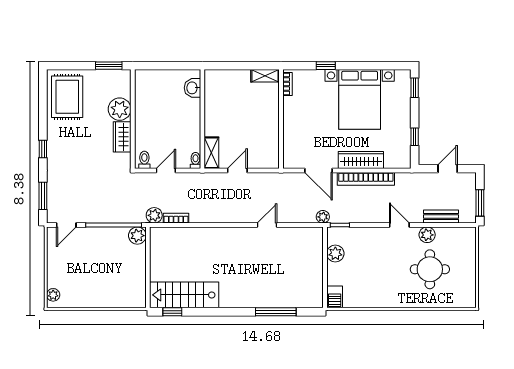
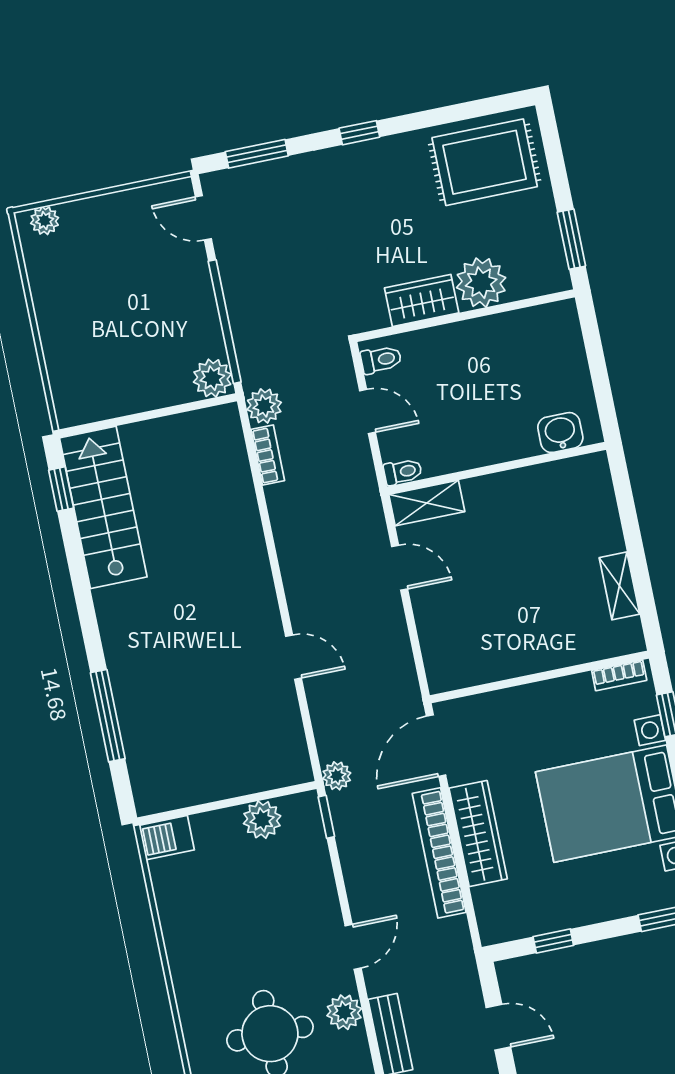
bookcase: (288, 84) -> (619, 675), moved
wall: (281, 119) -> (539, 677), moved

